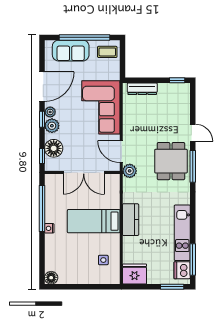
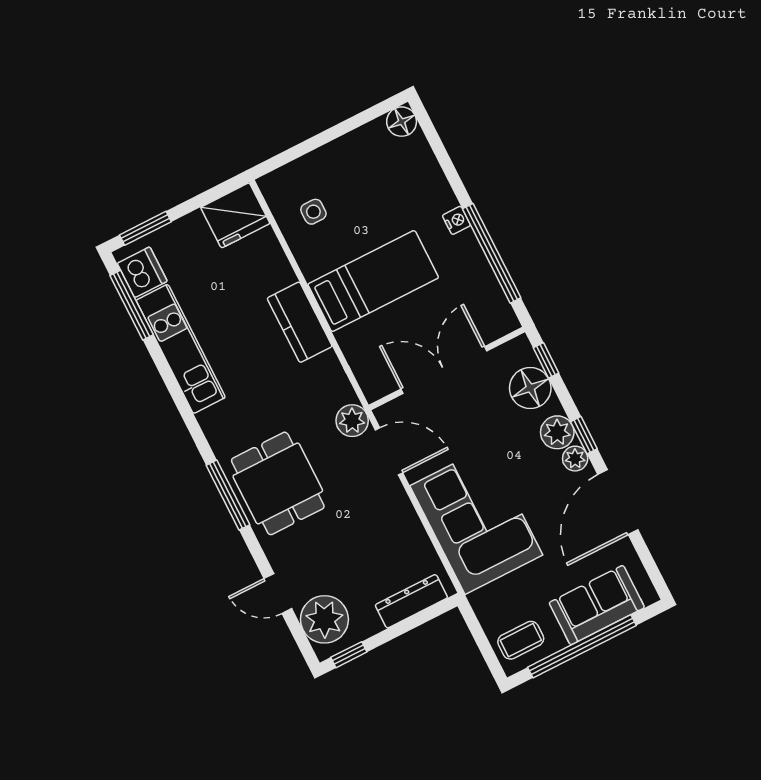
plant: (180, 99) -> (324, 619), added
door: (193, 133) -> (278, 594), moved

